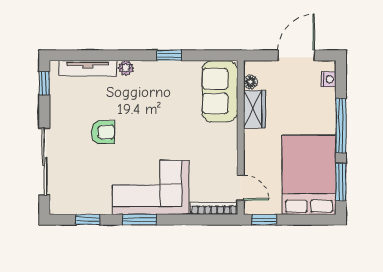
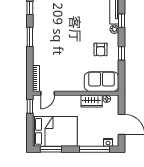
window: (110, 55) -> (122, 21), added
window: (341, 126) -> (95, 149), moved
armchair: (103, 132) -> (101, 49), moved
corner sofa: (151, 187) -> (48, 43), removed

